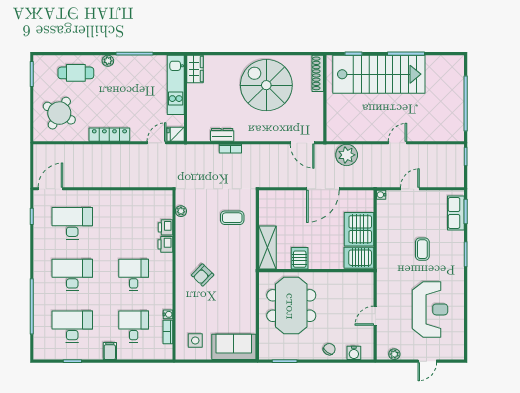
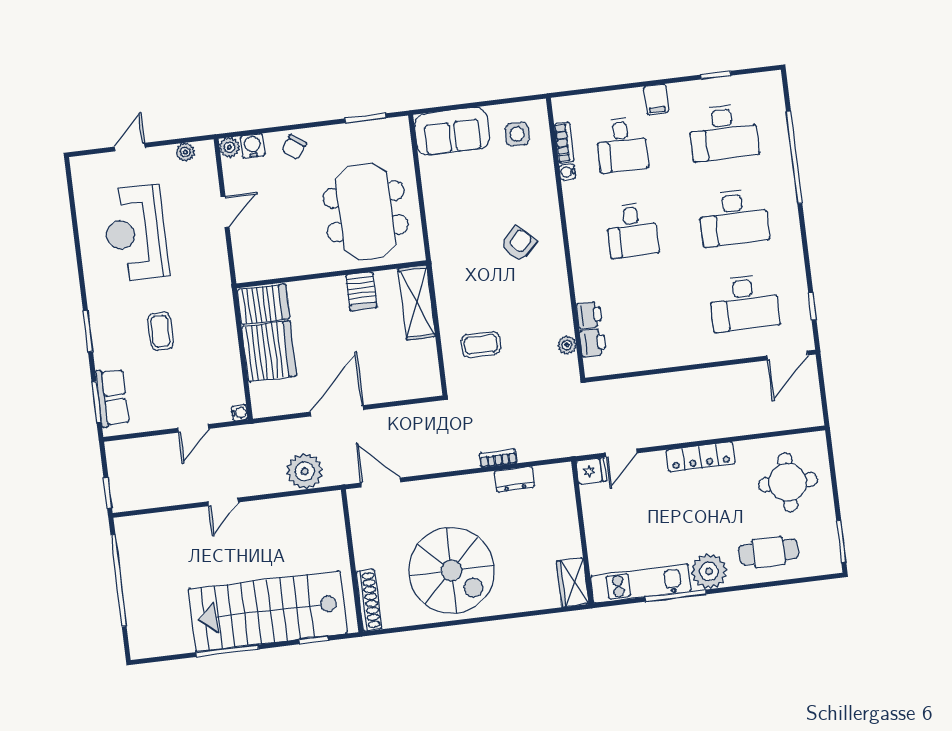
plant: (108, 61) -> (709, 571), width x1.88, depth x1.88
kitchen unit: (176, 85) -> (641, 583), moved, turned -90
round table: (59, 113) -> (788, 482), turned -30
printer: (165, 244) -> (593, 343), moved
plant: (368, 354) -> (229, 147), added

